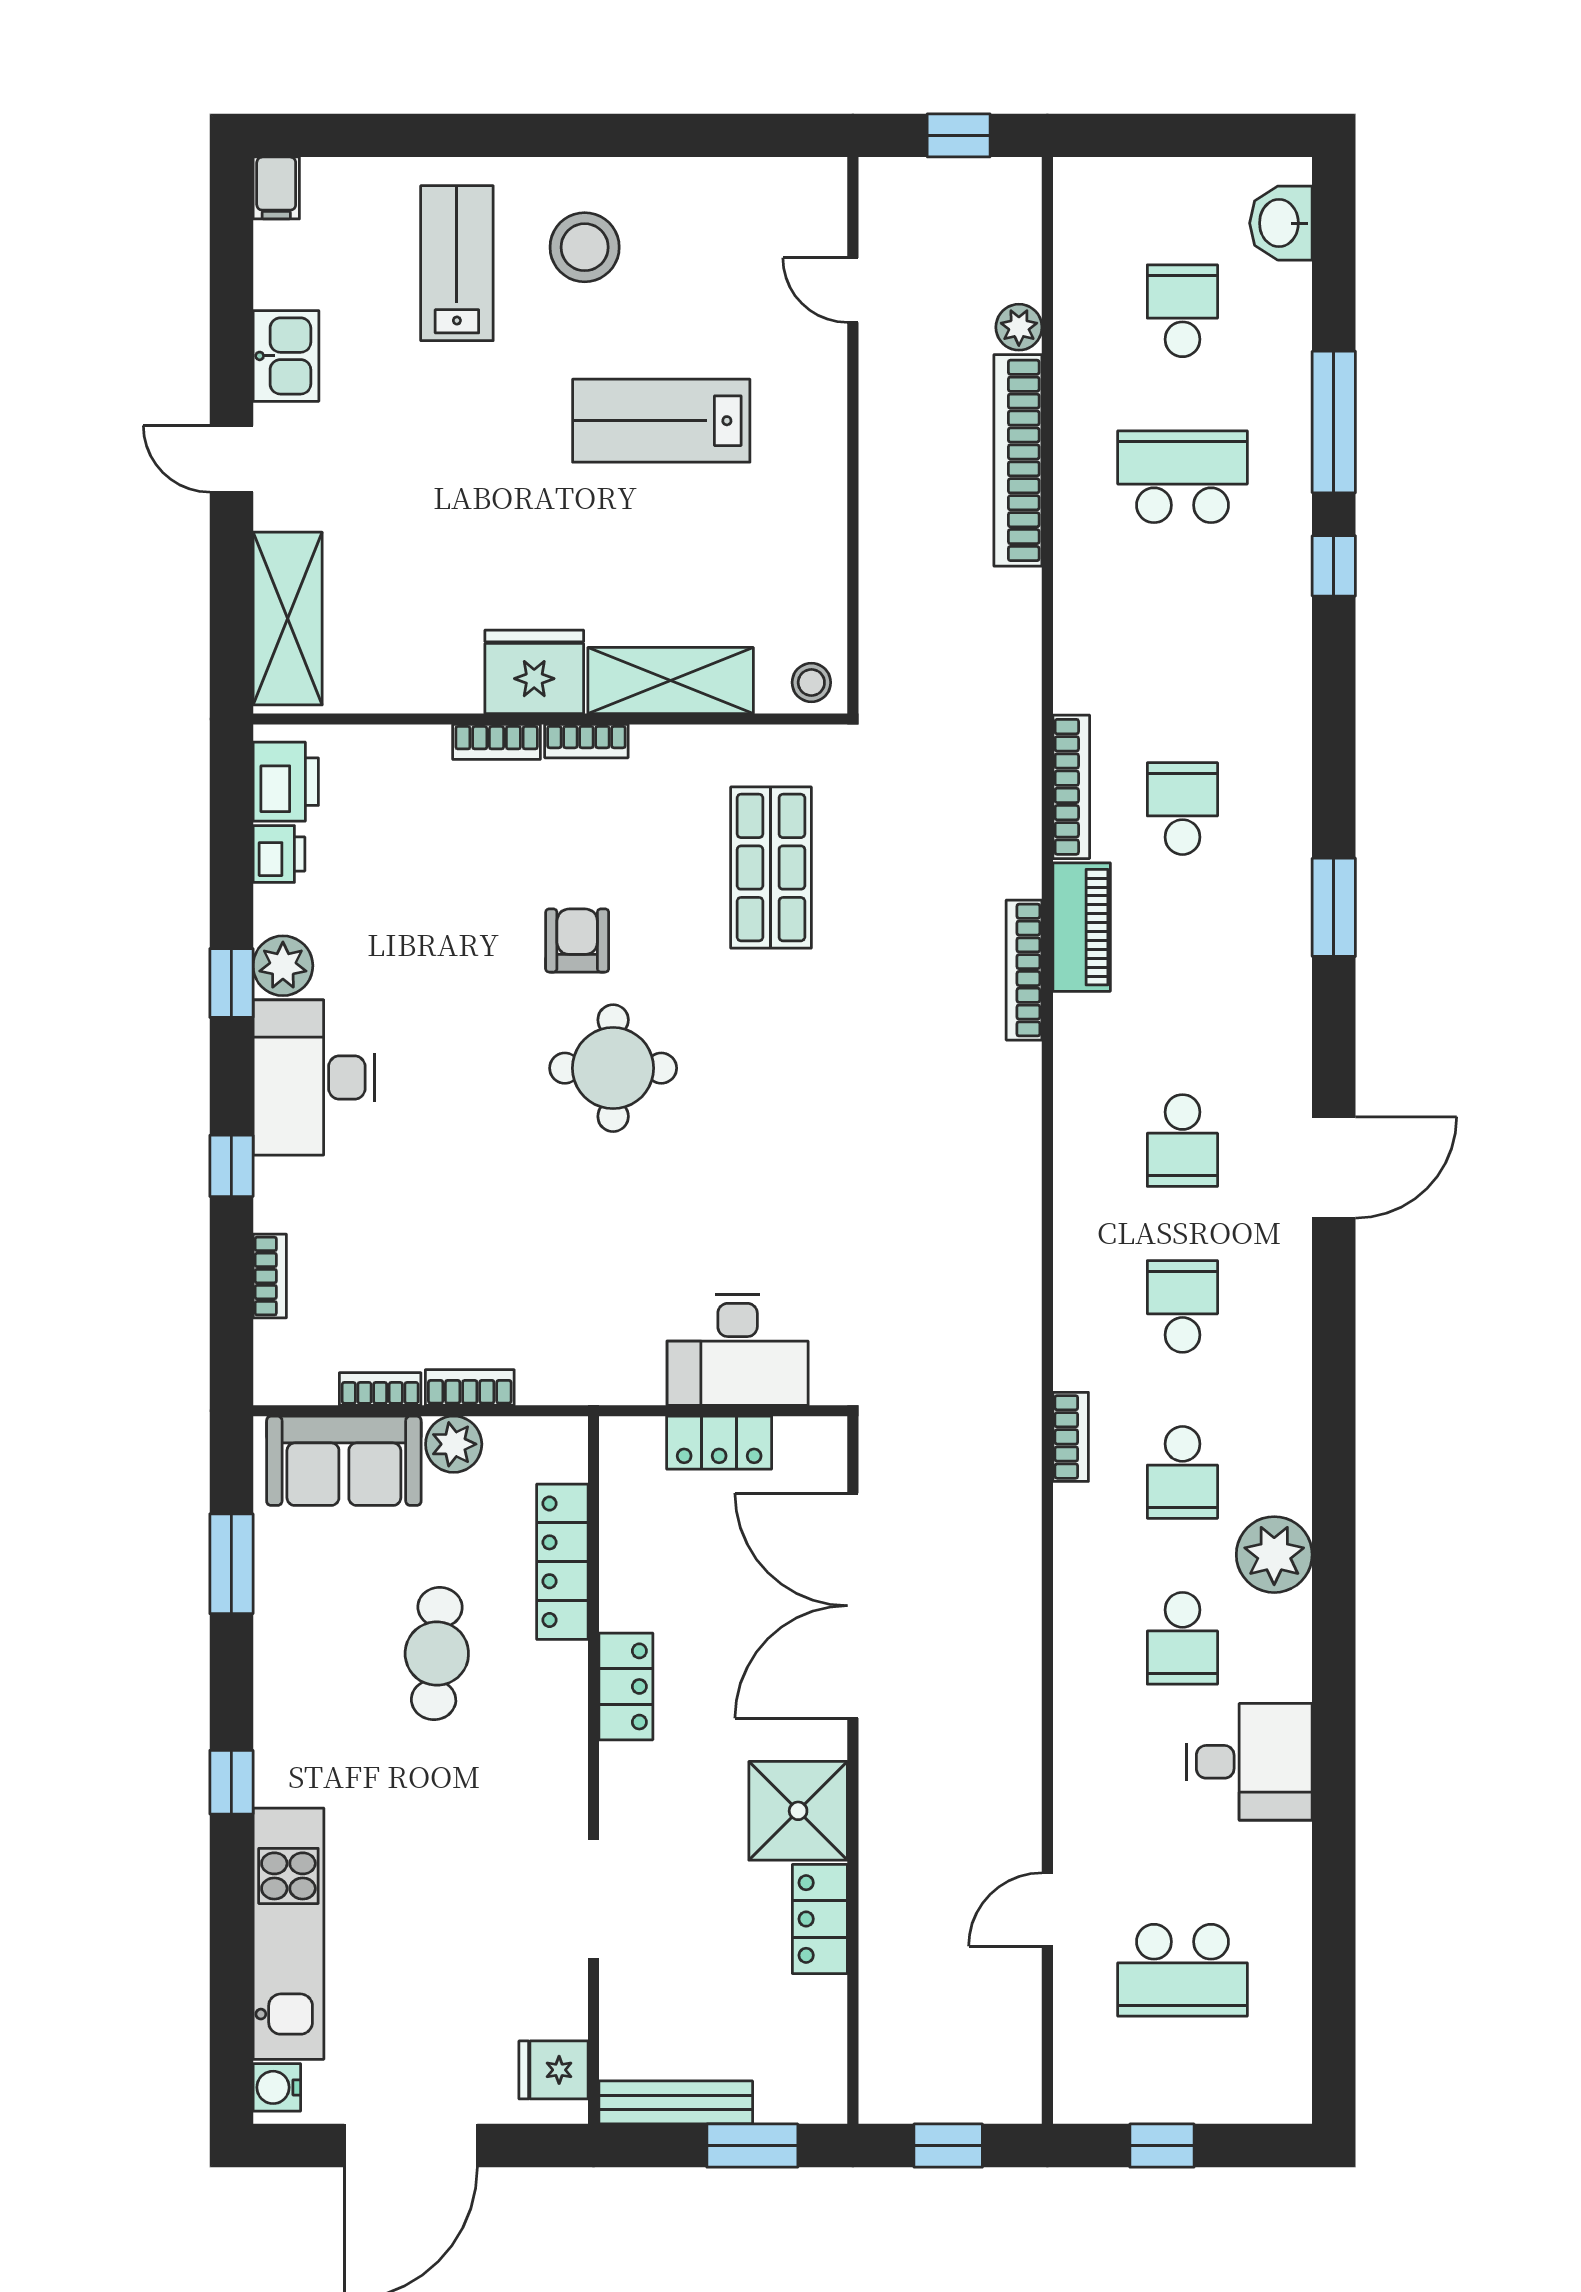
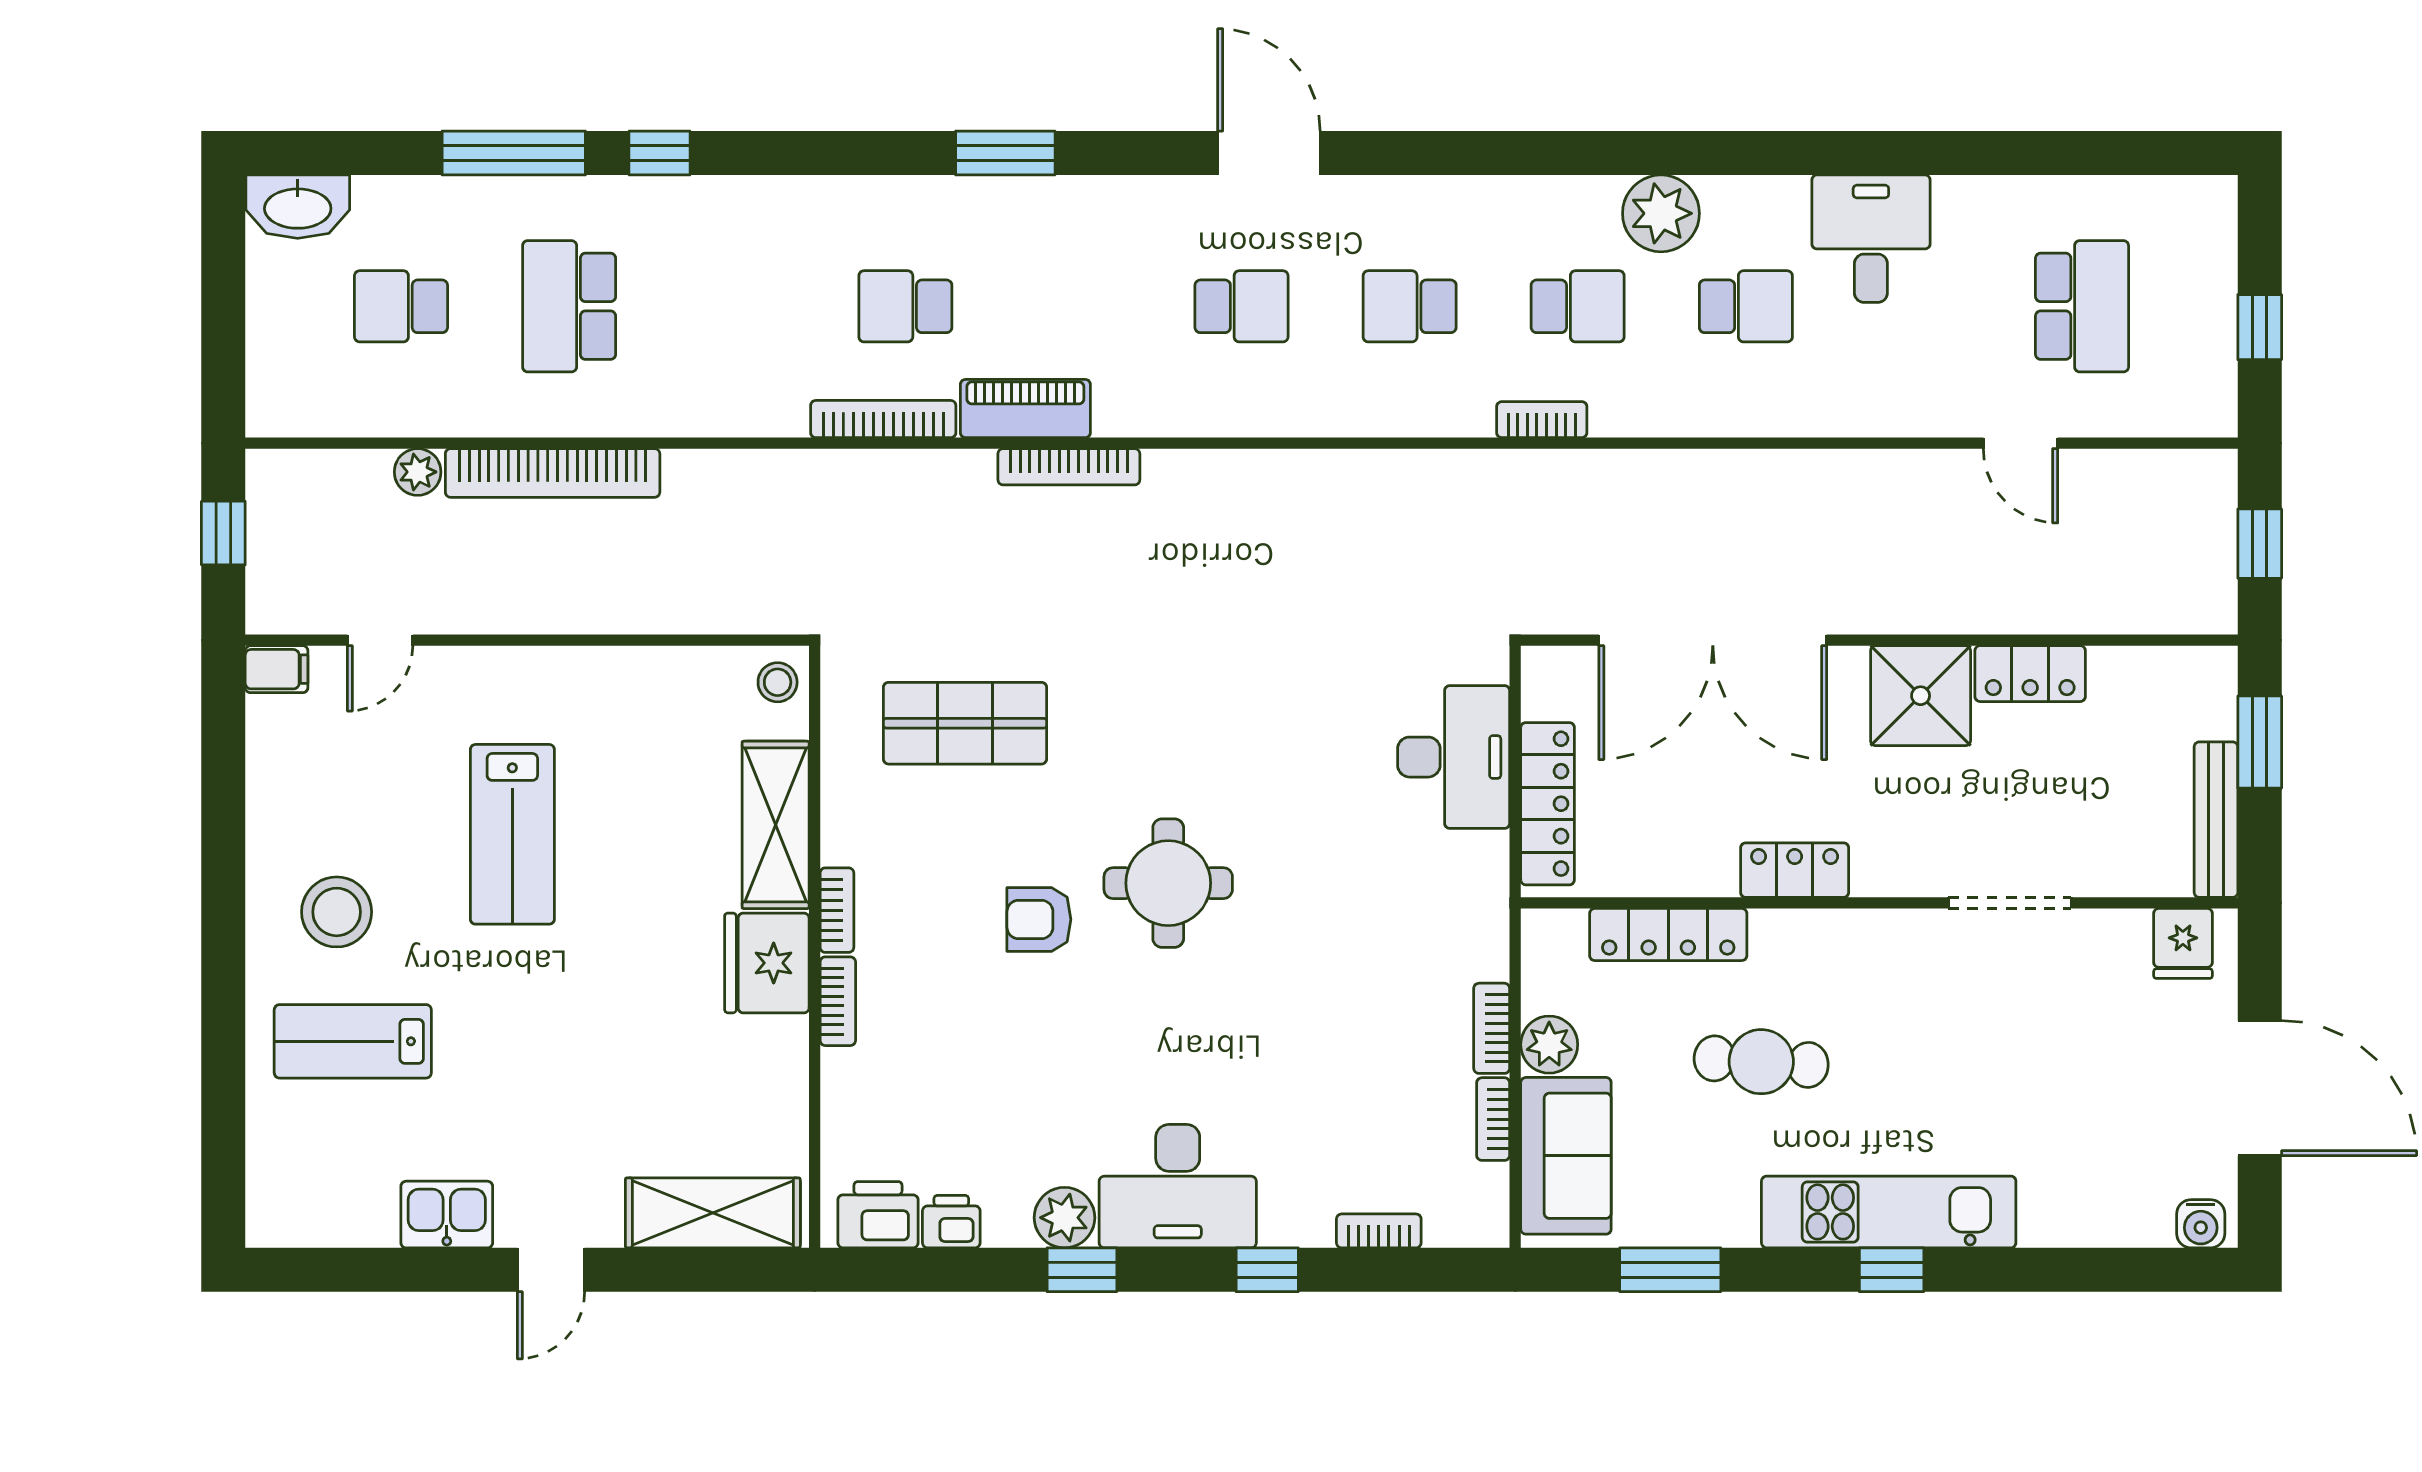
filing cabinet: (276, 188) -> (277, 669), moved
washbasin: (1281, 223) -> (298, 207), width x1.38
locker: (719, 1443) -> (1548, 804), width x1.53
kitchen unit: (288, 1934) -> (1889, 1212), moved

